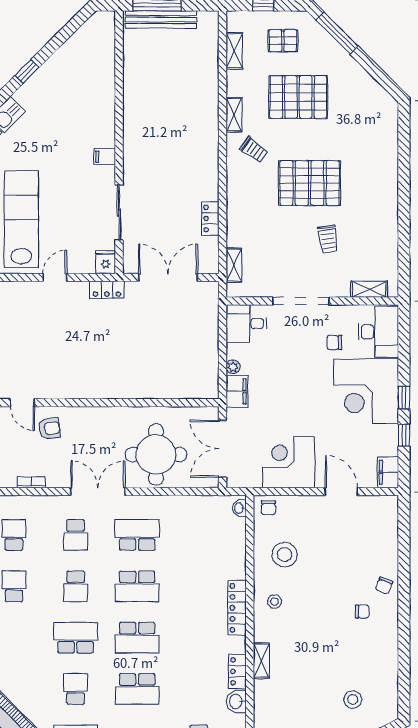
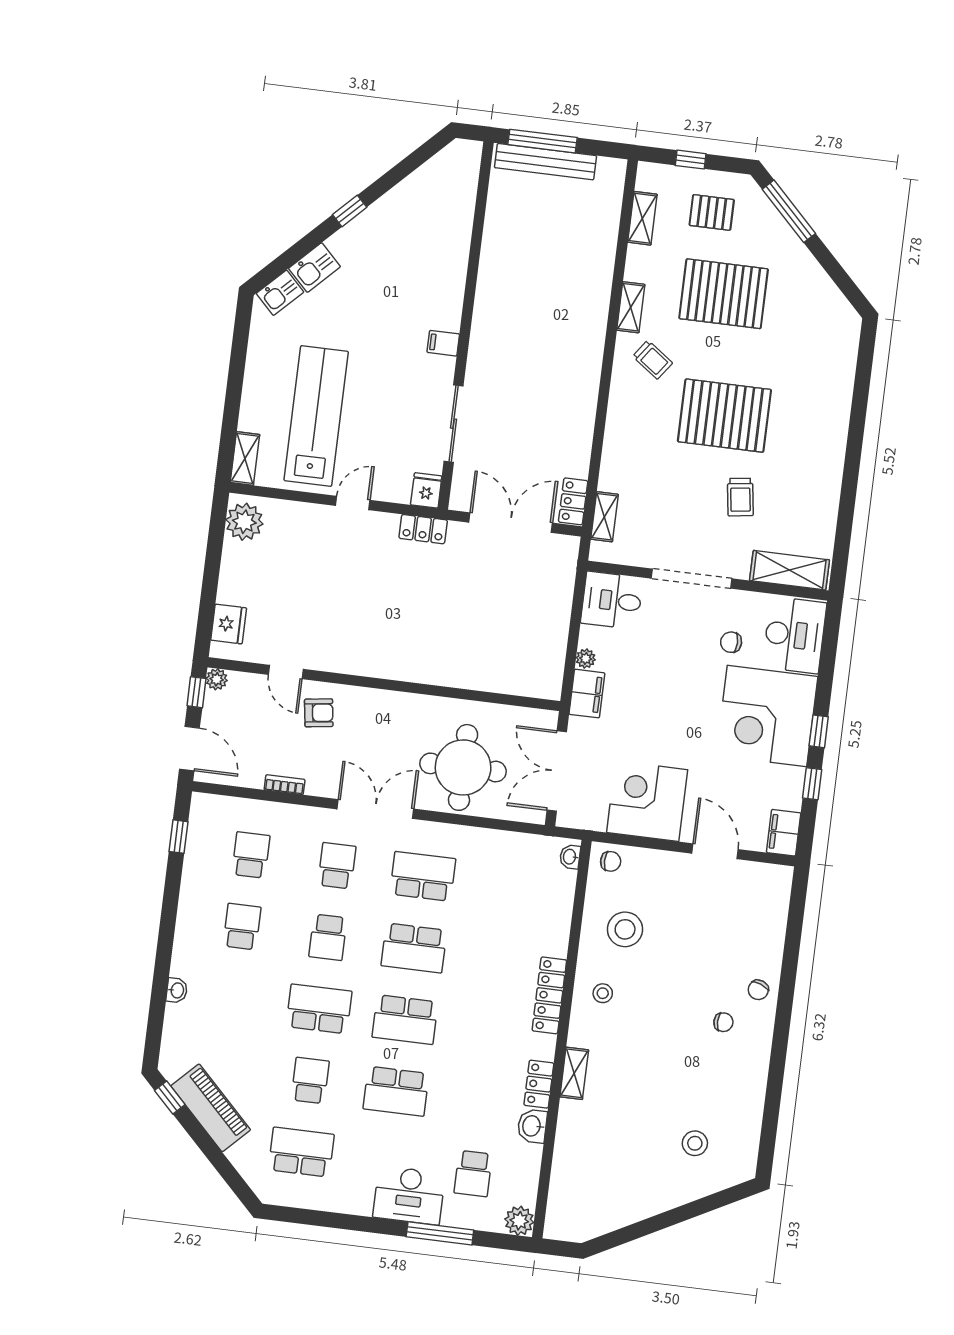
locker: (210, 219) -> (573, 501), moved
shelving: (369, 289) -> (790, 570), width x1.50, depth x1.33
chair: (268, 508) -> (611, 861), turned -90
school desk: (76, 535) -> (337, 866), turned 180

